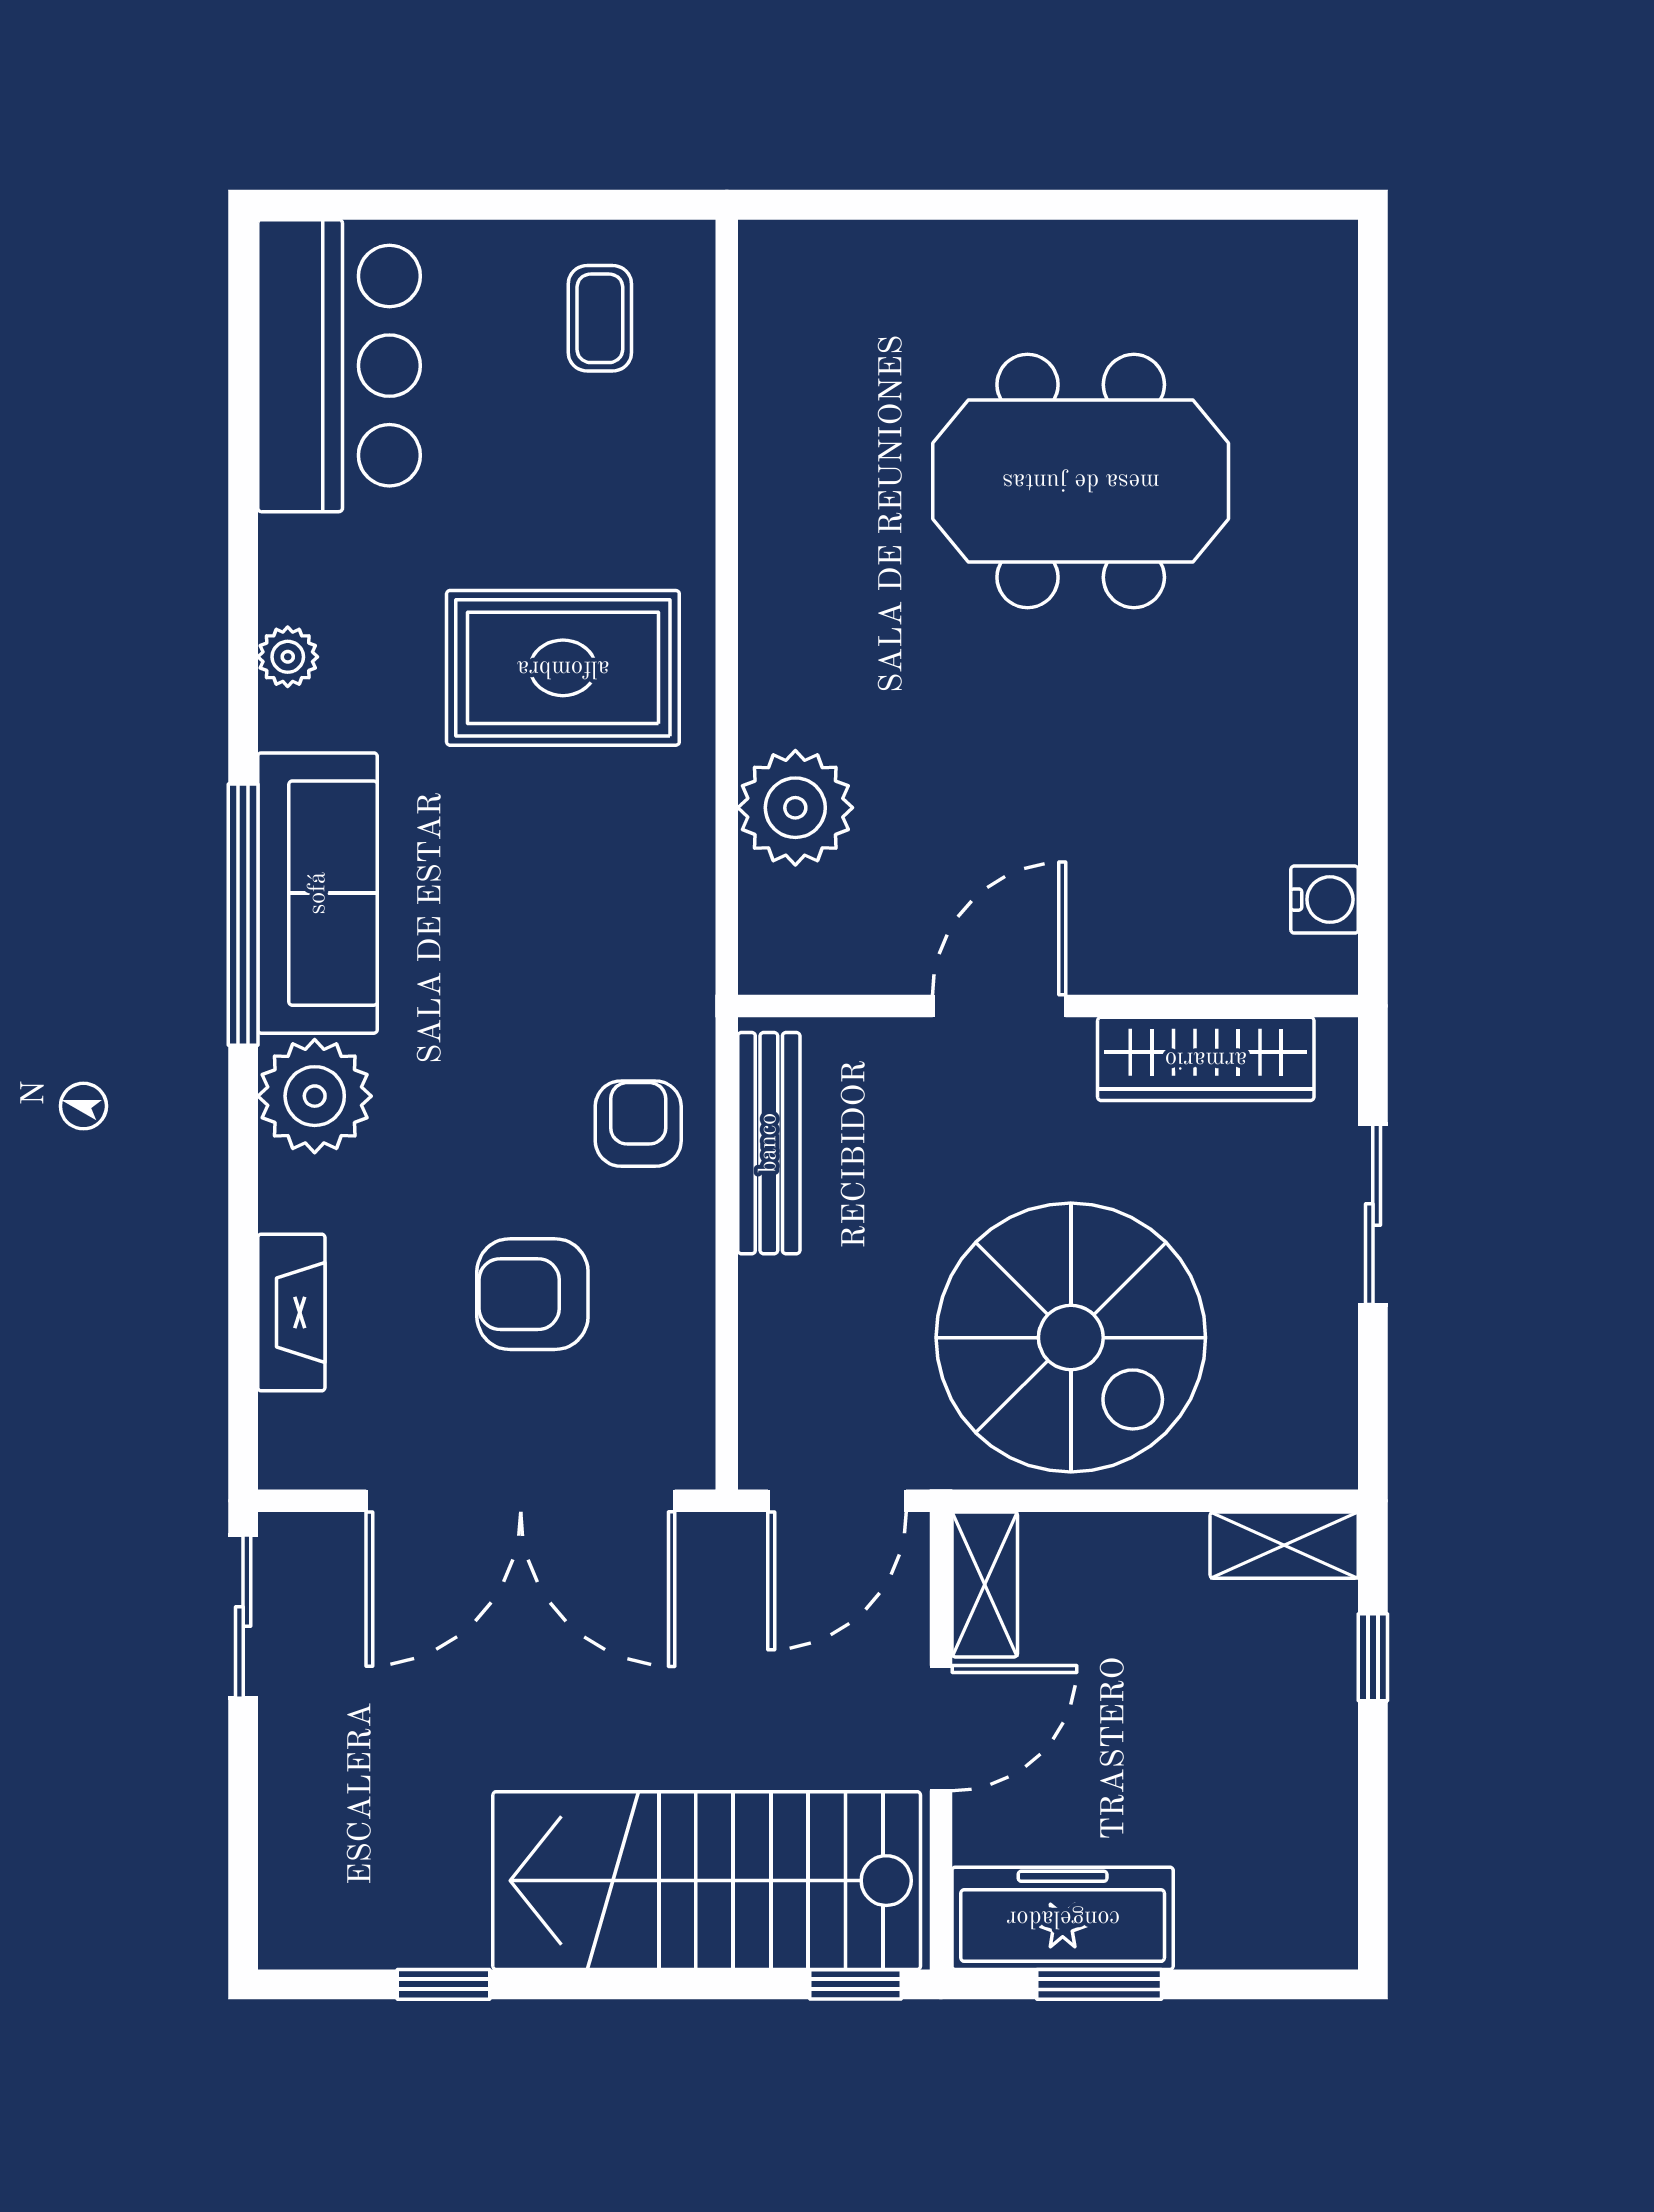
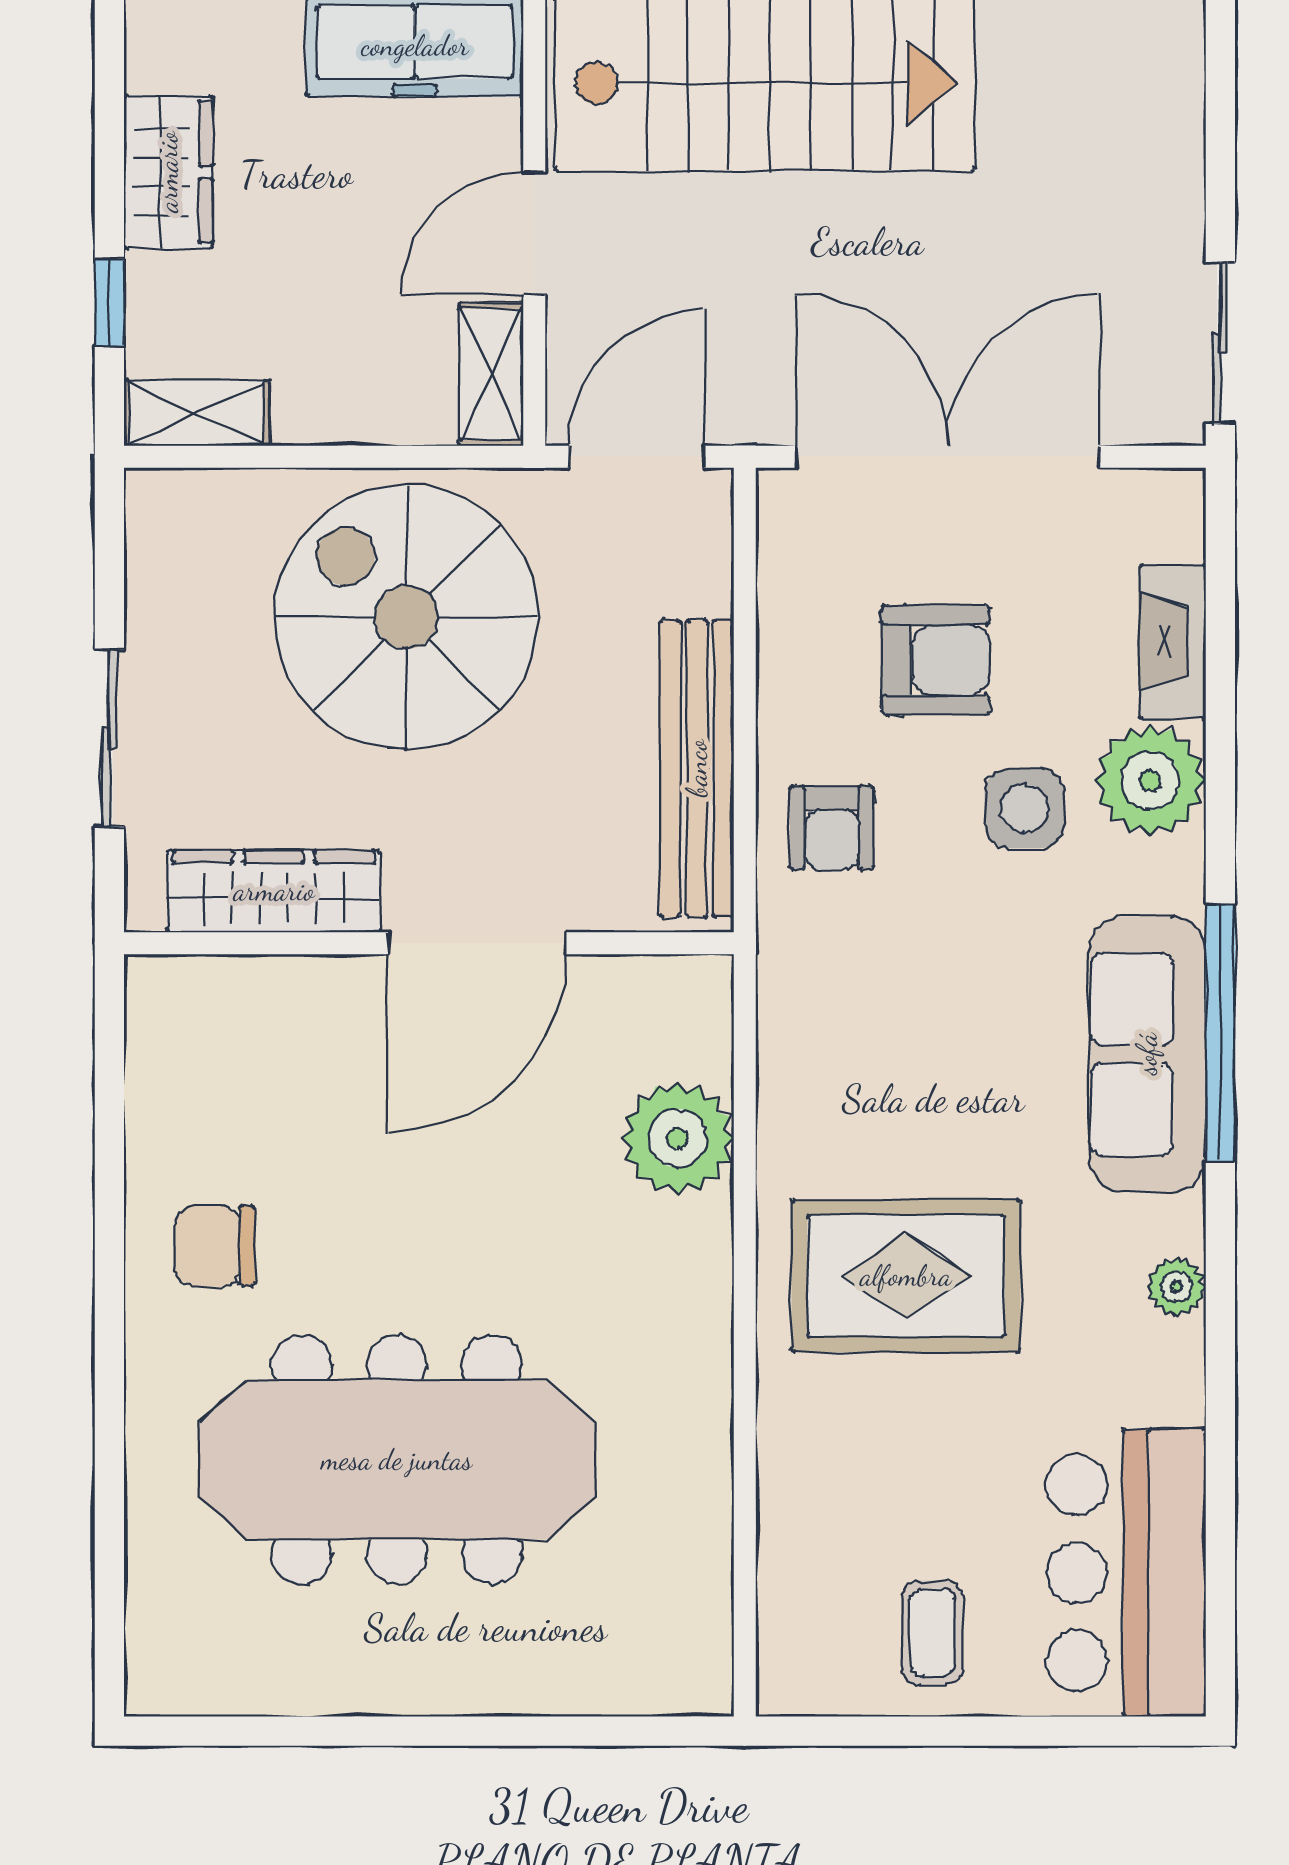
coffee table: (600, 318) -> (933, 1633), moved
meeting table: (1081, 481) -> (397, 1460), width x1.36
chair: (1266, 698) -> (215, 1246), added
water cooler: (1325, 900) -> (157, 1048), removed
door: (999, 1006) -> (477, 943), width x1.36
plant: (315, 1096) -> (1150, 781), moved
side table: (442, 1143) -> (1025, 808), added
bench: (769, 1143) -> (697, 768), width x1.37, depth x1.21
wardrobe: (1313, 1790) -> (168, 172), added

